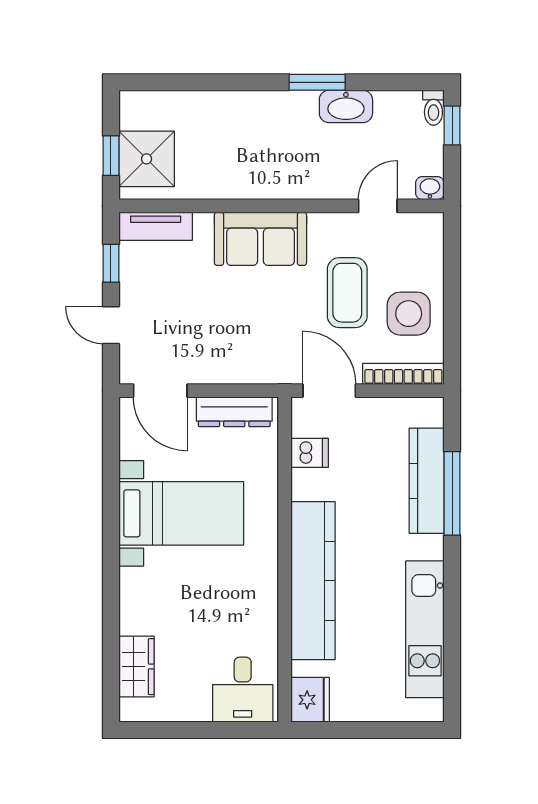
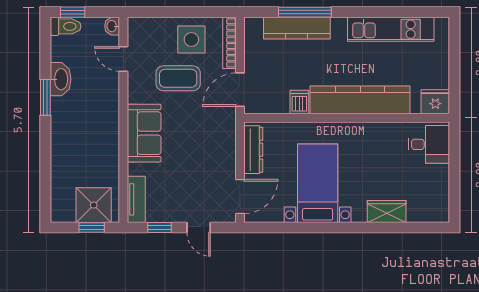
toilet: (433, 108) -> (66, 26), width x1.37, depth x1.39
door: (111, 325) -> (199, 228), hinge flipped
dishwasher: (310, 453) -> (299, 102), moved
wardrobe: (136, 667) -> (387, 211), moved

